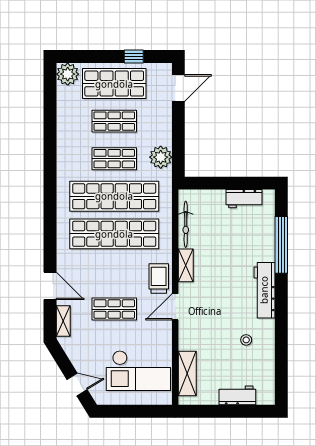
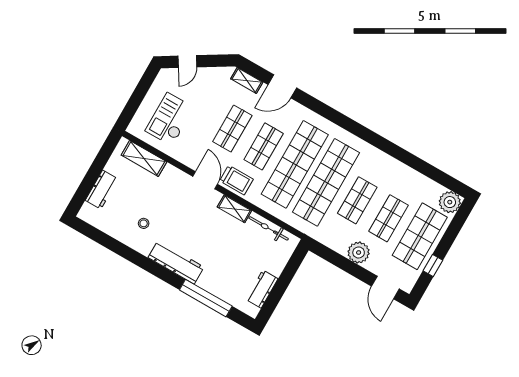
plant: (161, 157) -> (359, 252), moved
shop shelf: (114, 271) -> (264, 146), added
checkout: (138, 371) -> (170, 119), width x0.73, depth x0.83

